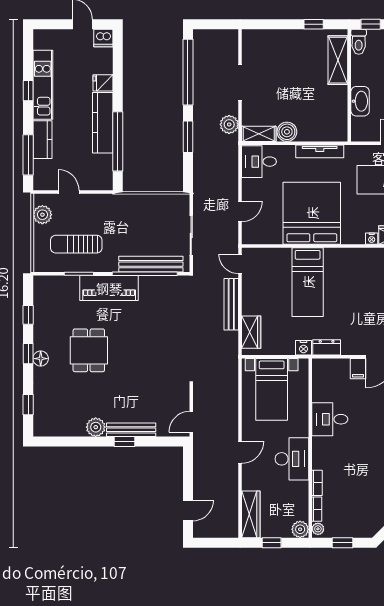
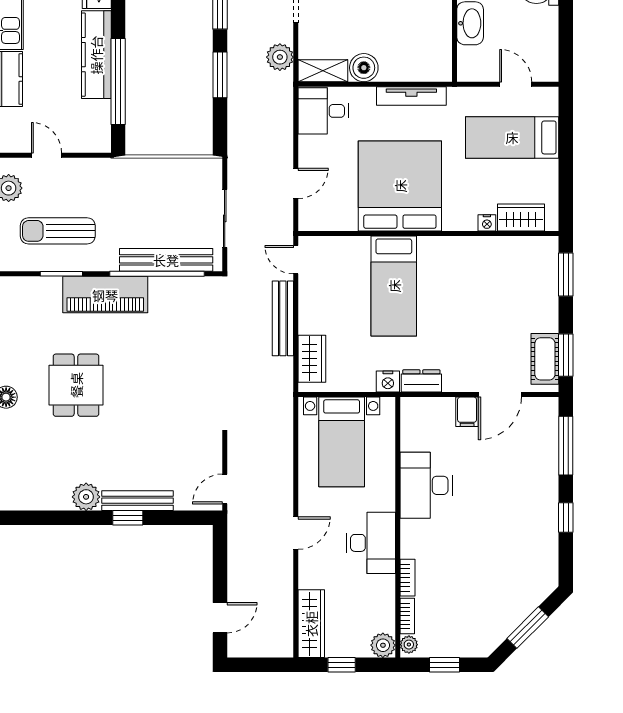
desk: (330, 419) -> (426, 485), width x1.37

